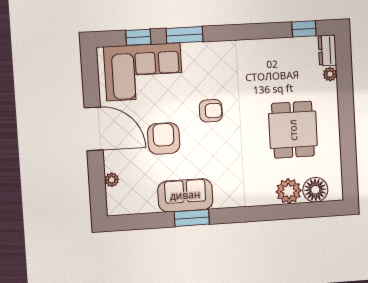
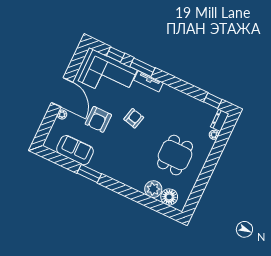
tv unit: (203, 50) -> (148, 81), added
armchair: (211, 111) -> (134, 118), turned -76
armchair: (164, 139) -> (98, 119), turned 180
plant: (112, 180) -> (62, 114), moved
sofa: (185, 195) -> (75, 150), moved

